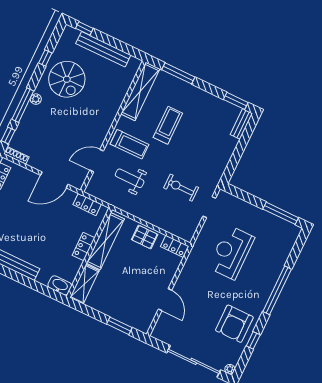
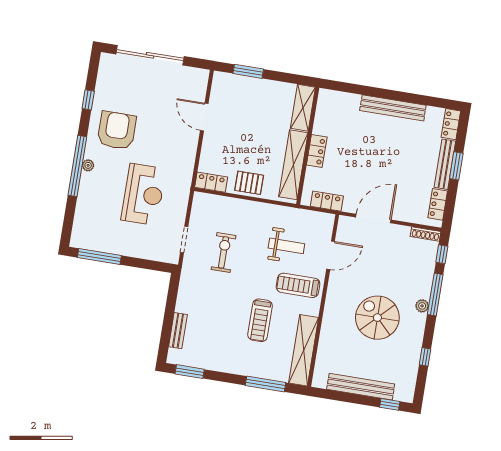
spiral stairs: (67, 79) -> (377, 318), moved
bench: (241, 124) -> (178, 331), moved
exercise bike: (181, 188) -> (224, 252), turned -90
washbasin: (60, 285) -> (331, 98), removed
armchair: (234, 324) -> (117, 130), moved
plant: (230, 369) -> (88, 165), moved

